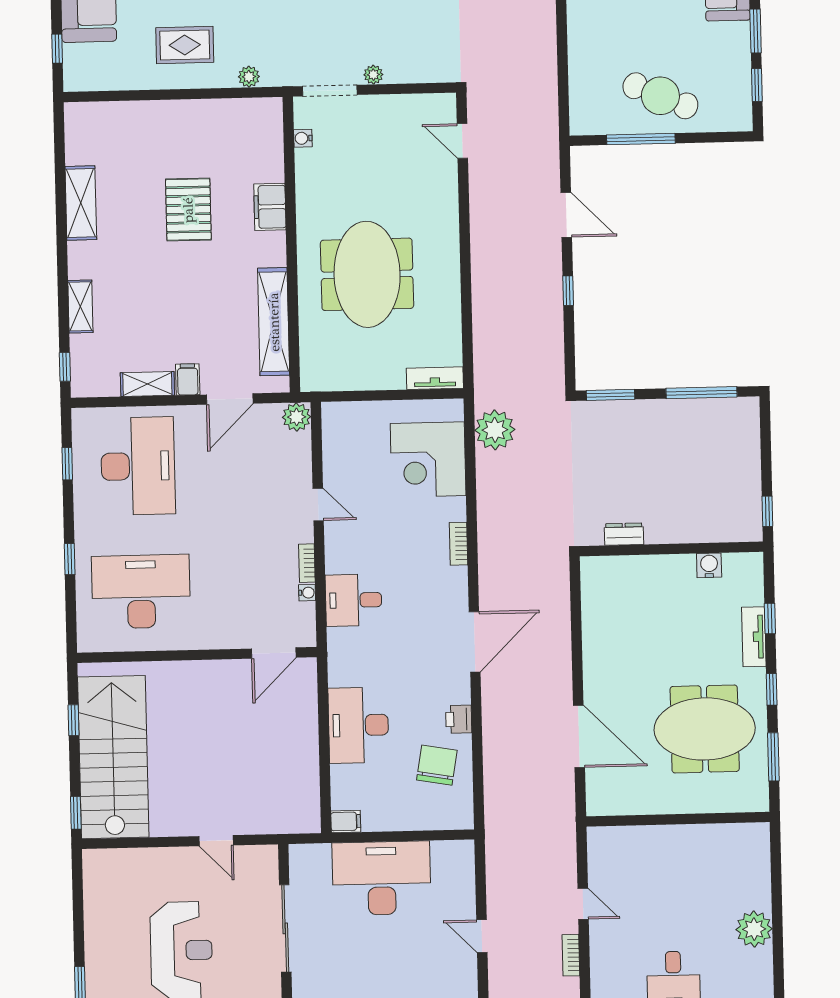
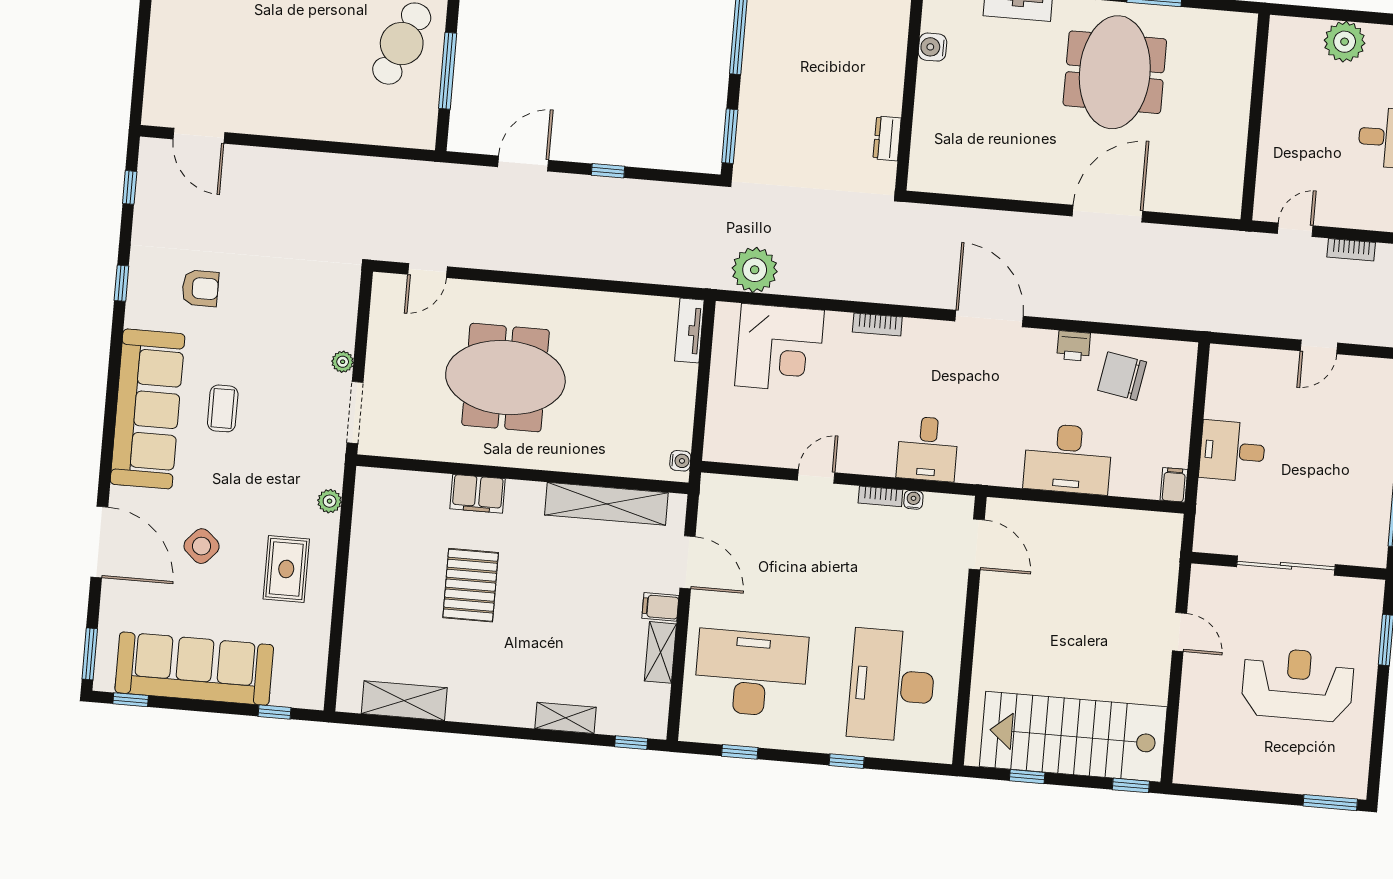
water cooler: (303, 138) -> (680, 461), moved, turned -90
shelving: (81, 203) -> (404, 701), moved
pallet: (188, 210) -> (471, 585), turned 90
meeting table: (367, 274) -> (505, 378), moved
plant: (297, 417) -> (716, 490), removed
wall: (678, 819) -> (1255, 117), moved
door: (216, 841) -> (1179, 632), hinge flipped
desk: (382, 878) -> (1232, 451), width x0.53, depth x0.77

